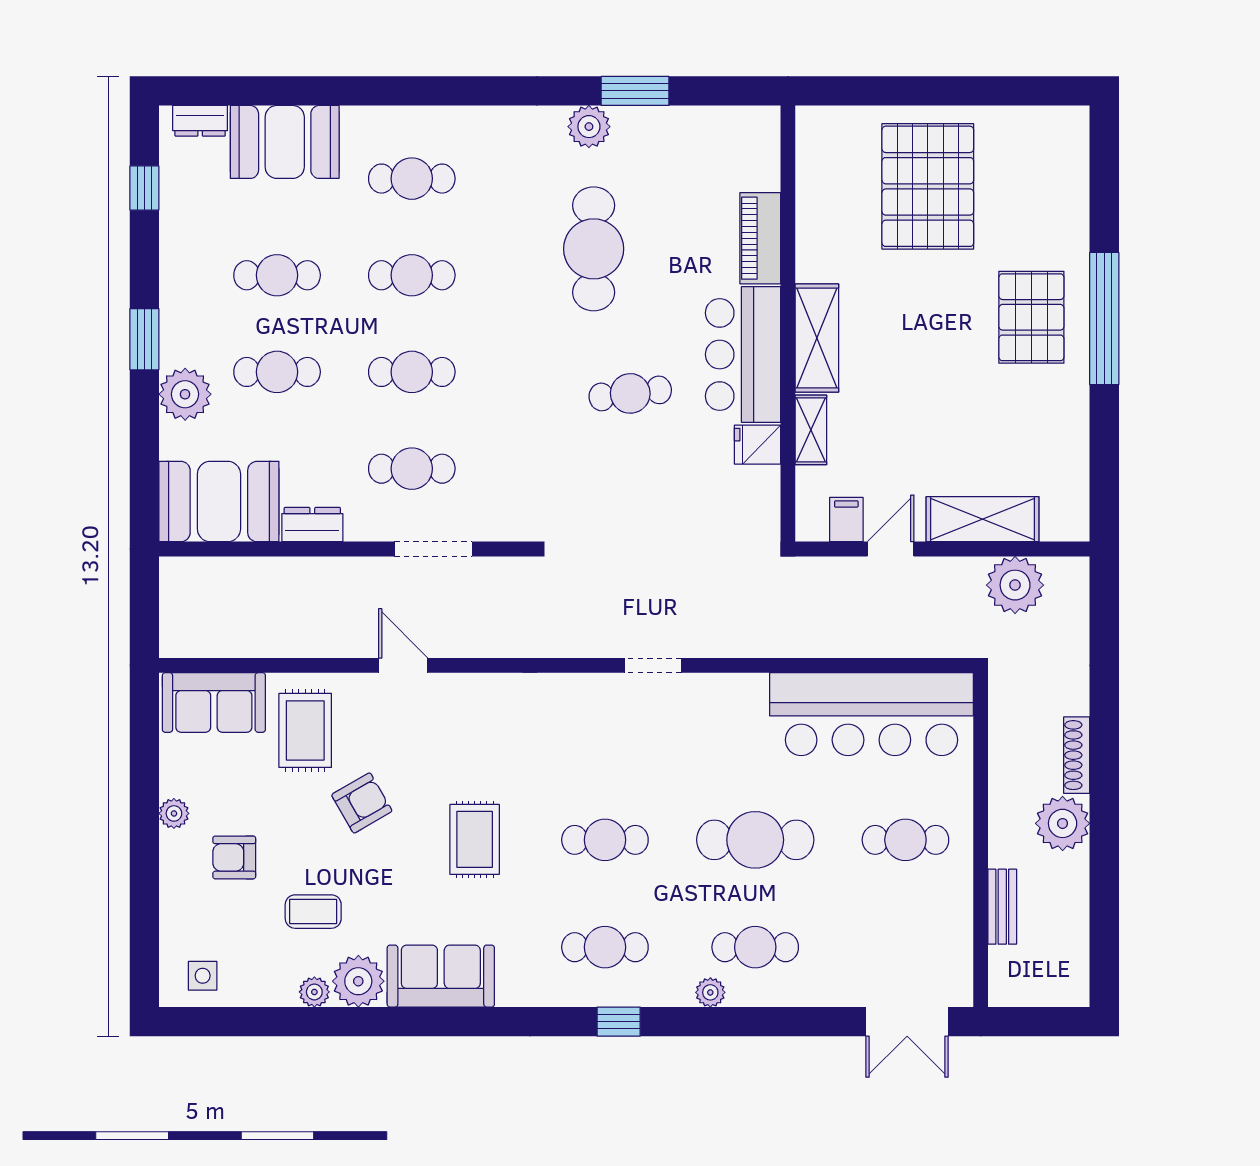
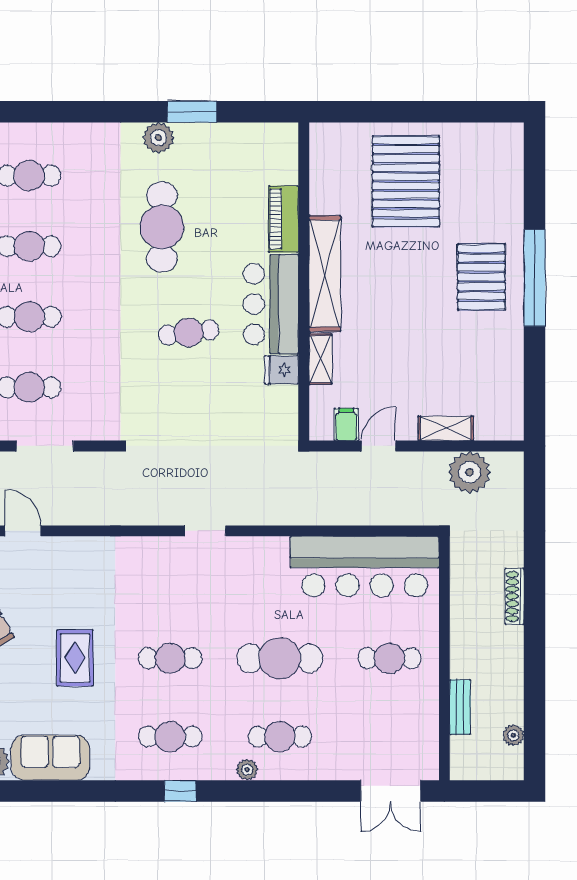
shelving: (817, 338) -> (325, 274), width x1.47
shelving: (983, 519) -> (446, 428), width x0.67, depth x0.75
plant: (1063, 823) -> (513, 735), moved, width x0.53, depth x0.53

